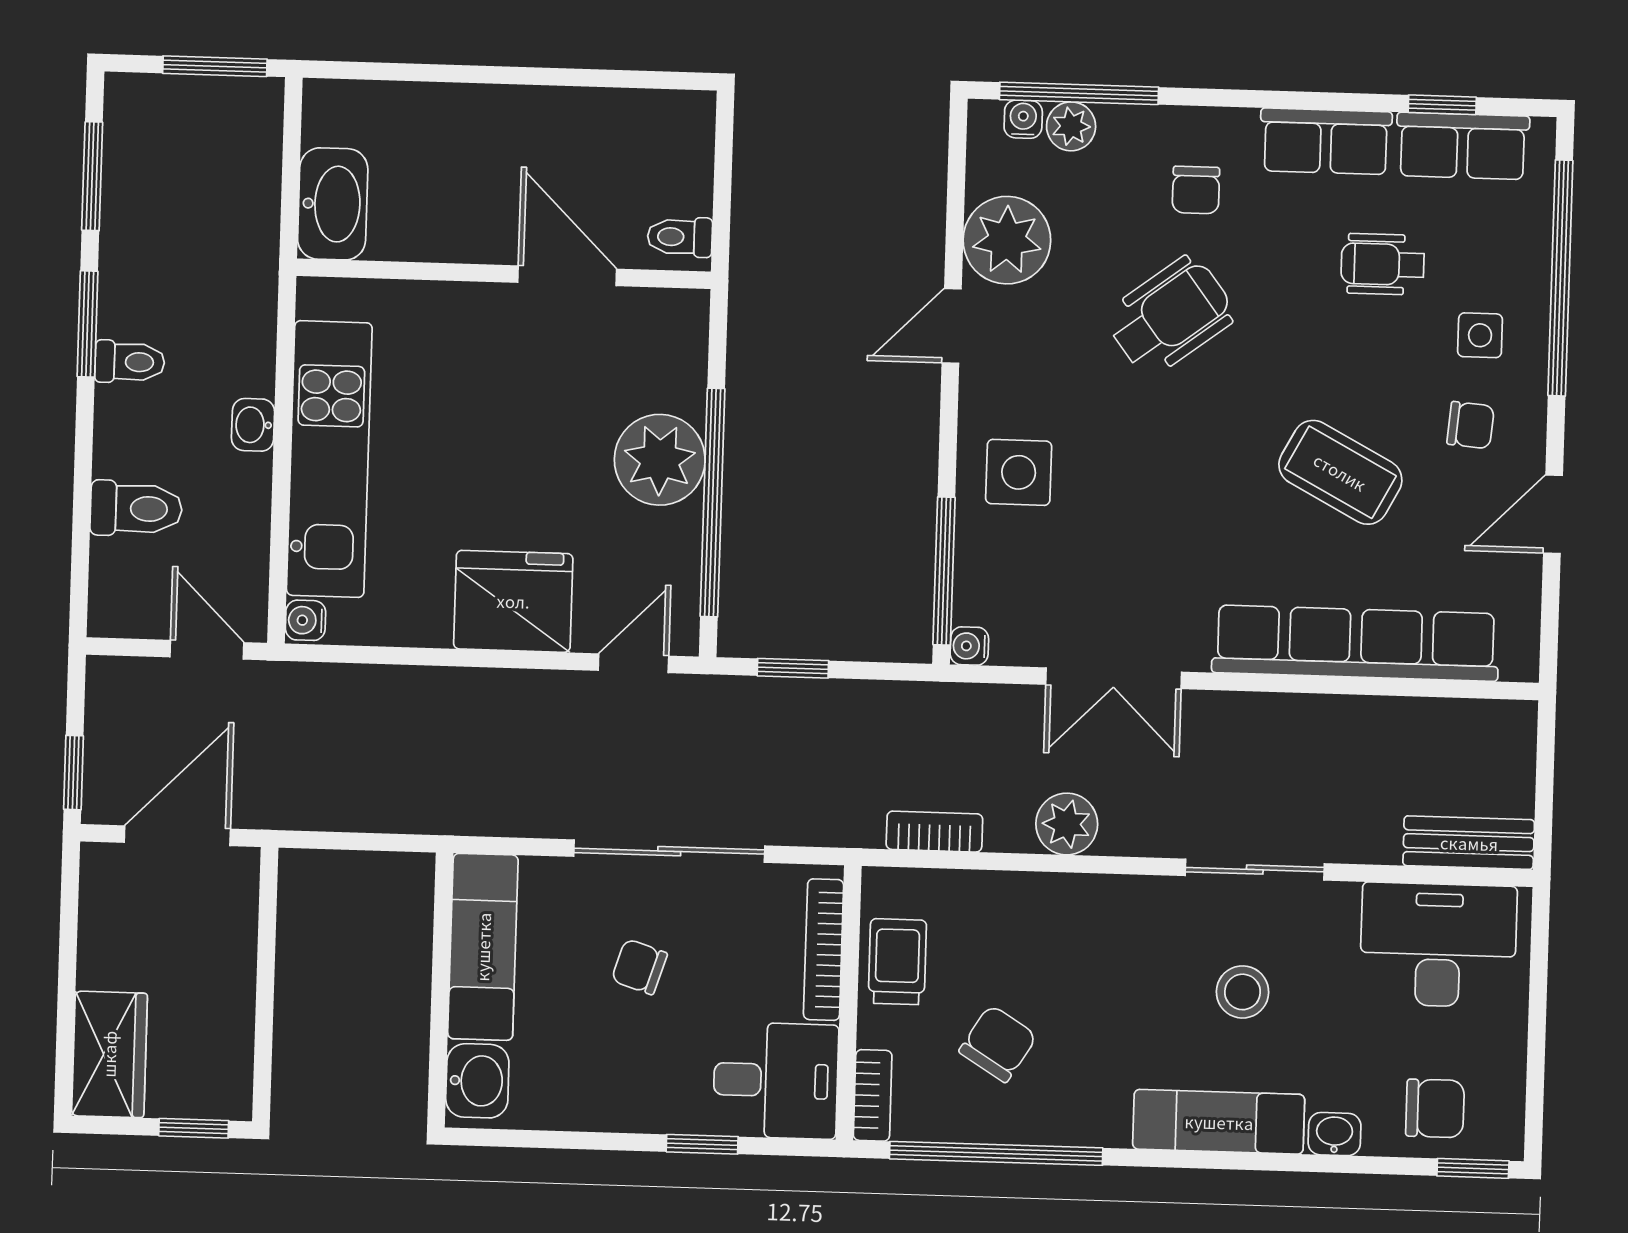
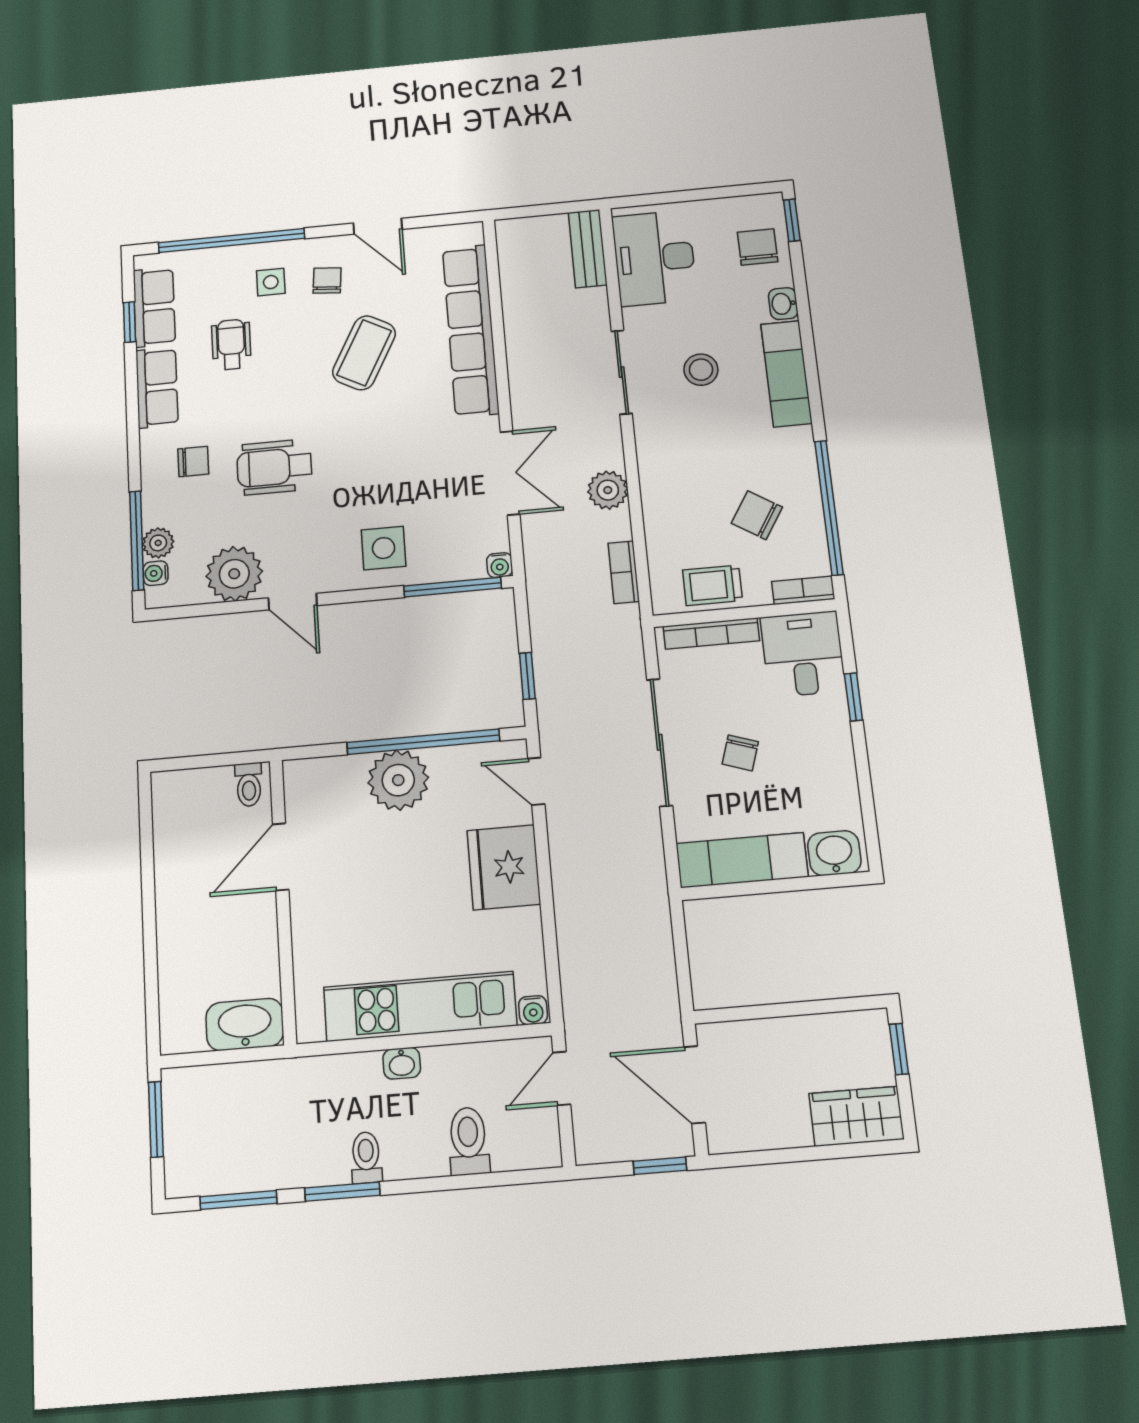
wheelchair: (1383, 264) -> (231, 344), turned 180
wheelchair: (1170, 316) -> (274, 467), turned -53

